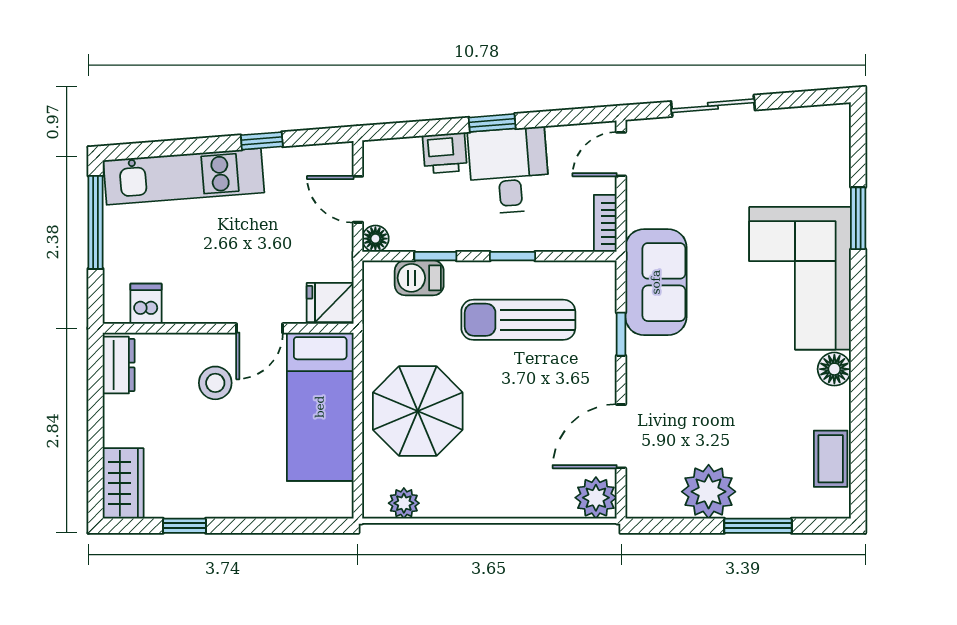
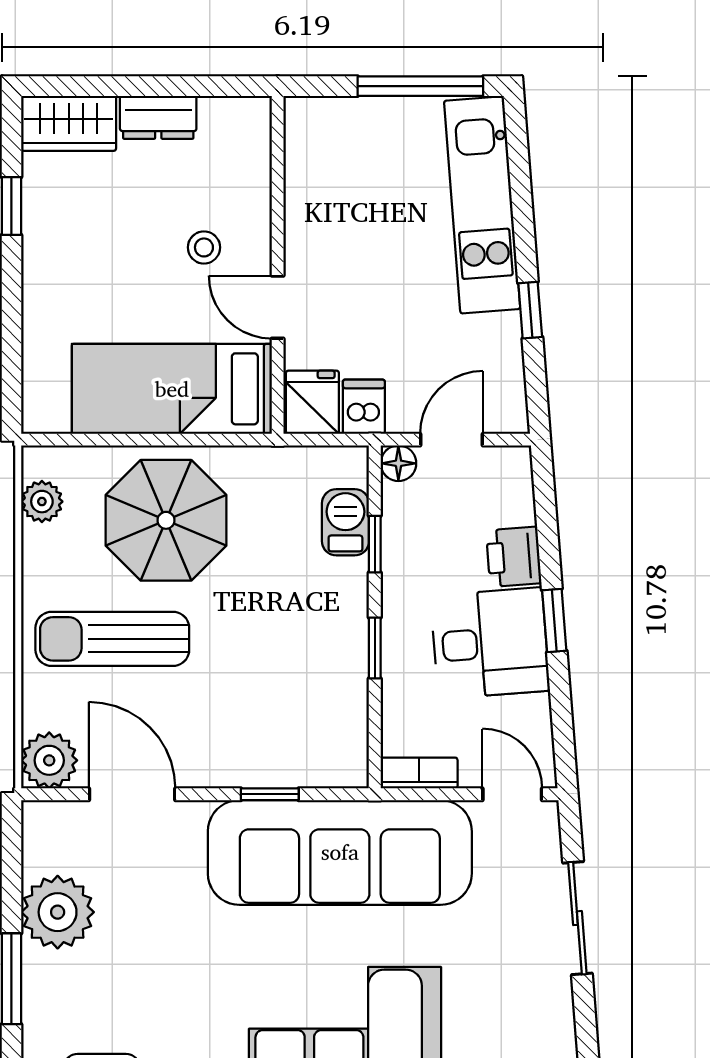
sofa: (656, 282) -> (340, 852), width x1.85, depth x1.27
dishwasher: (146, 304) -> (364, 407), moved, turned -90
sun lounger: (518, 320) -> (112, 639), moved, turned -90
dresser: (119, 365) -> (158, 117), moved
stool: (215, 383) -> (204, 247), width x0.73, depth x0.73

